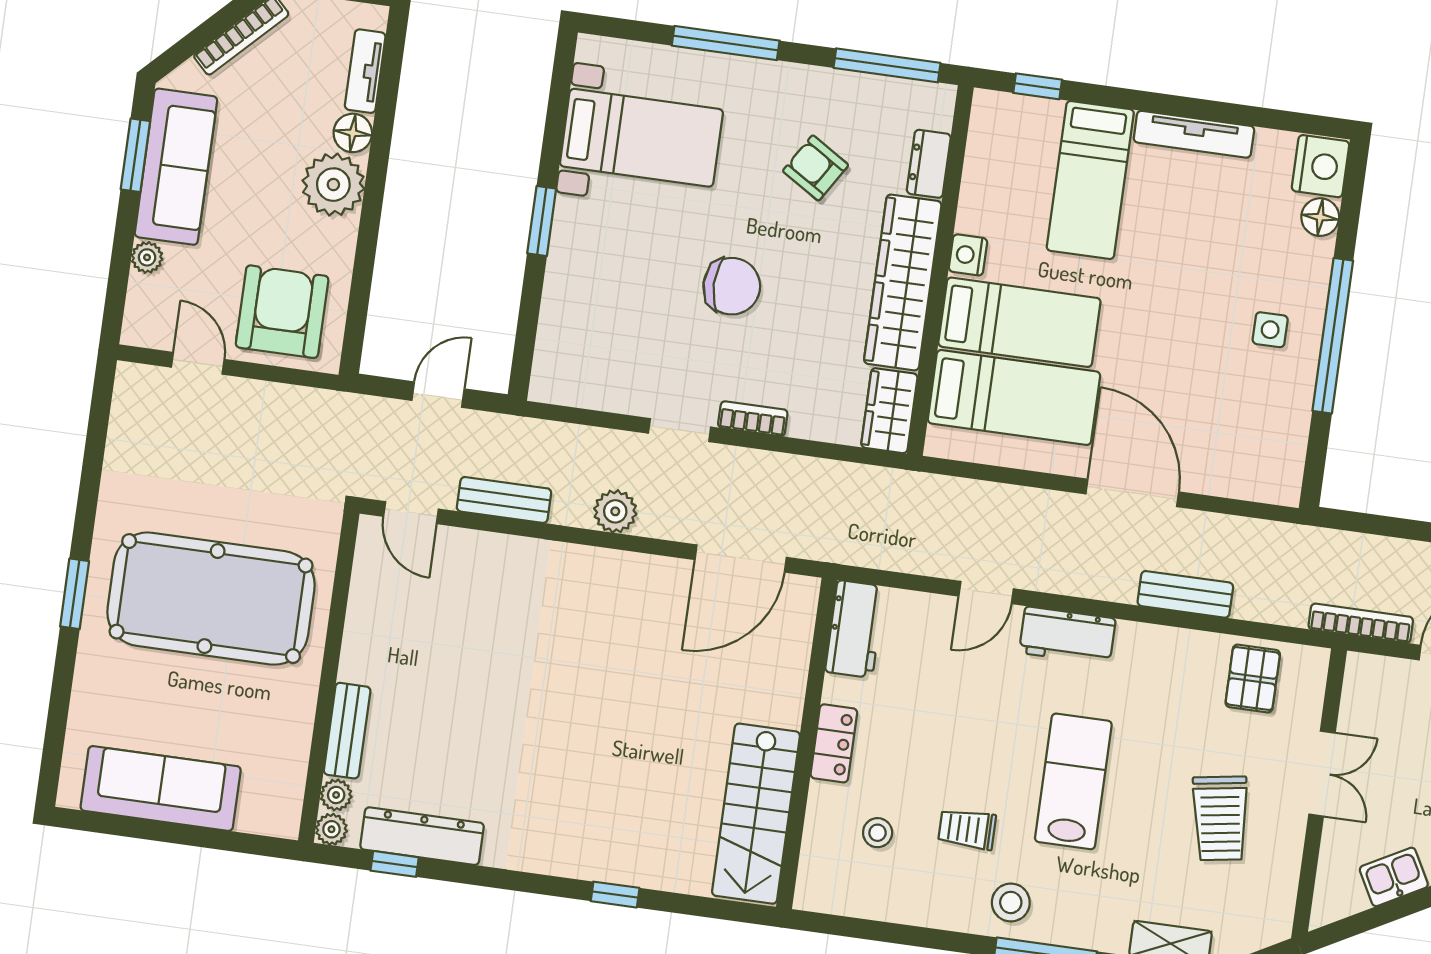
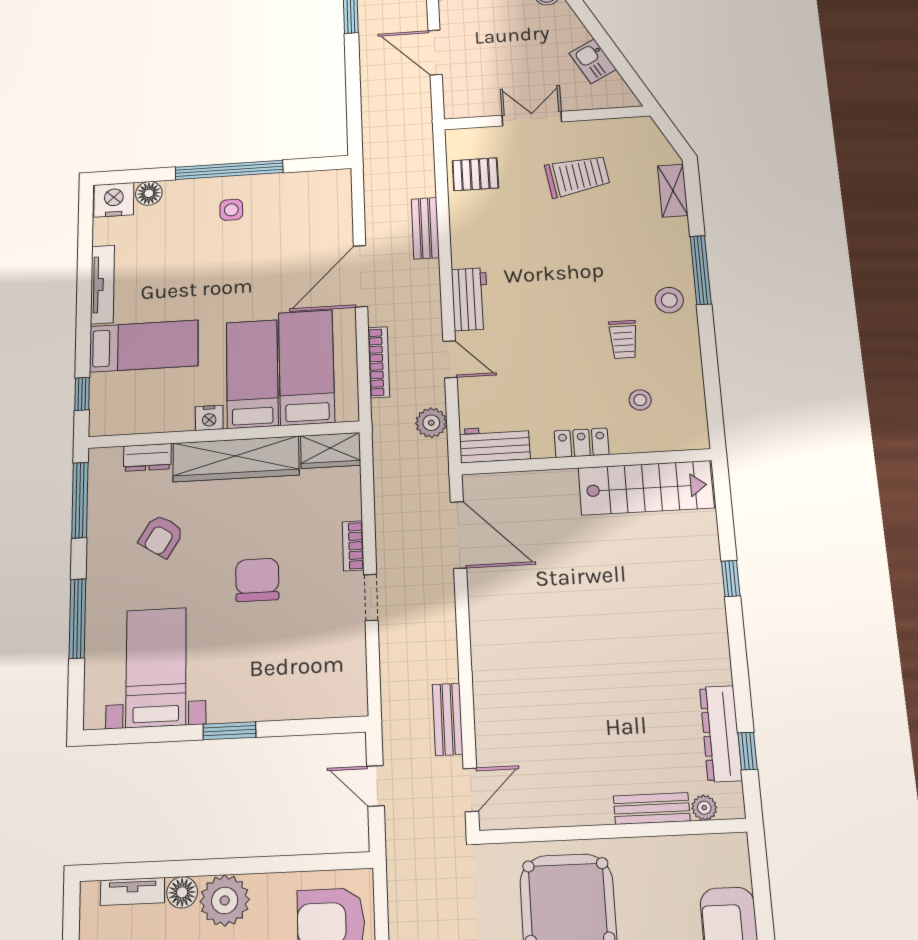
plant: (615, 511) -> (431, 423), moved
bookcase: (1361, 623) -> (379, 362), moved, turned 180
lab bench: (1073, 781) -> (573, 275), removed
plant: (331, 829) -> (732, 806), removed

